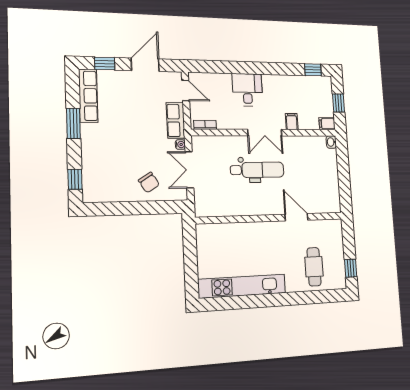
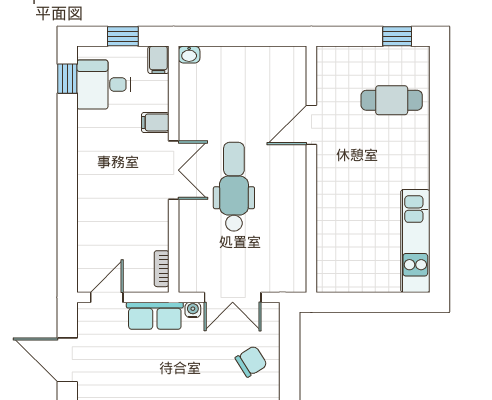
desk: (247, 90) -> (104, 84), moved
kitchen unit: (242, 286) -> (415, 241), width x0.73

